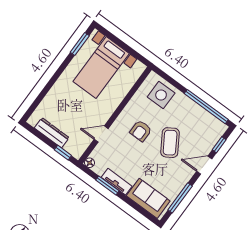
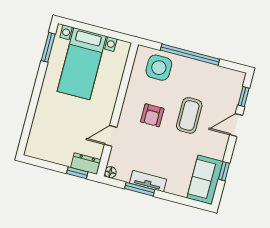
window: (206, 107) -> (190, 55), moved
dresser: (52, 133) -> (86, 164), moved, width x0.70
coffee table: (170, 143) -> (189, 115), turned 32
sofa: (148, 198) -> (205, 180), moved, turned -90
window: (180, 198) -> (224, 171), width x0.46

